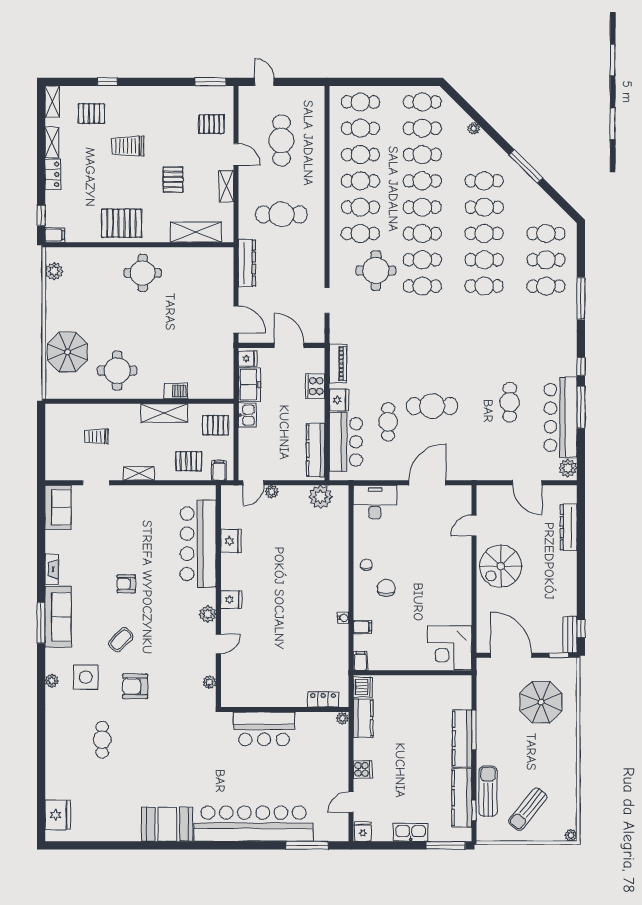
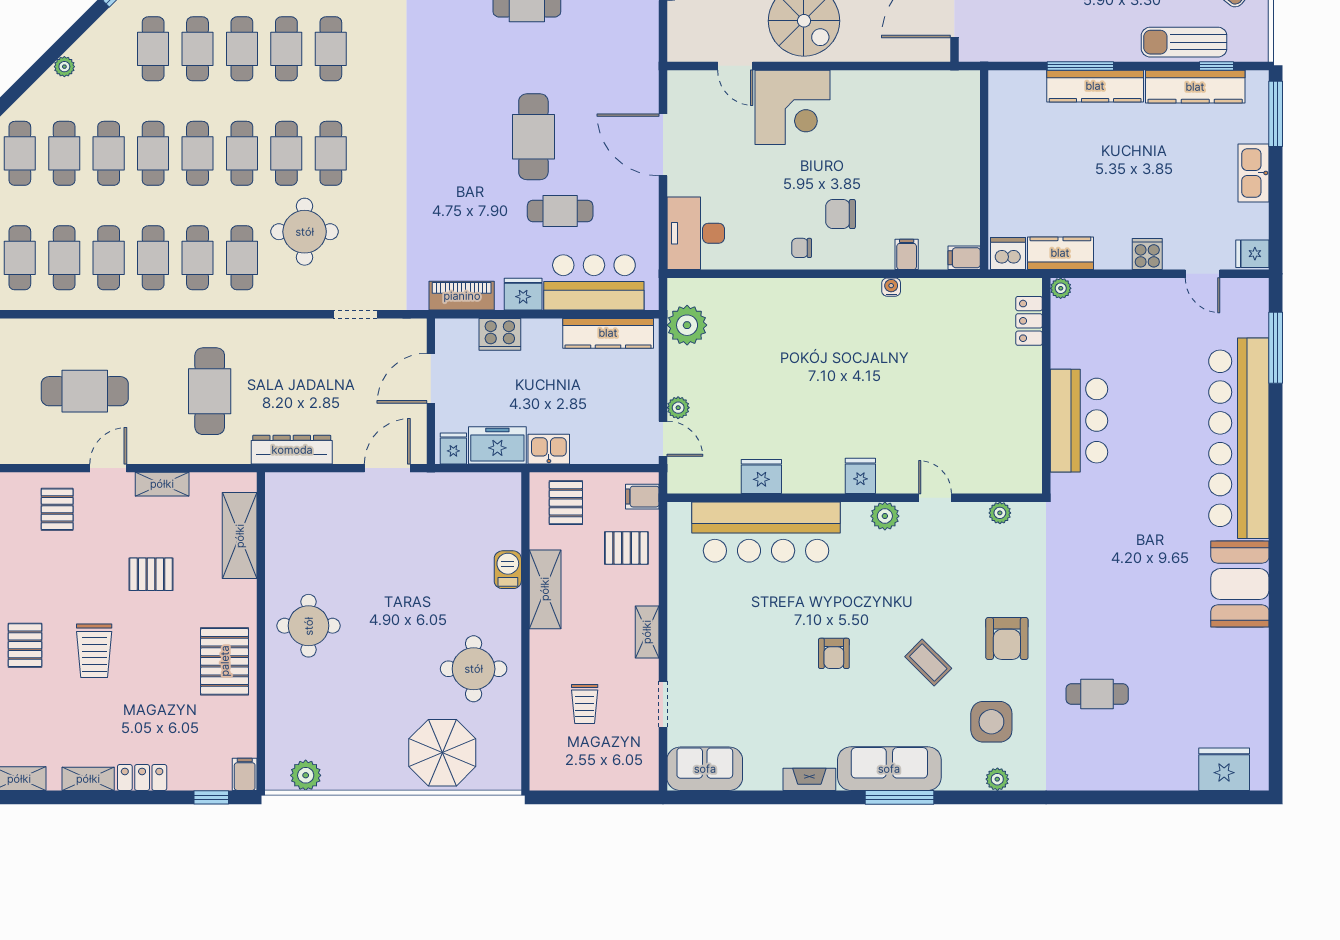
pallet: (91, 114) -> (25, 645), moved
pallet: (189, 461) -> (626, 548), turned 90
corner desk: (449, 648) -> (793, 107), moved

